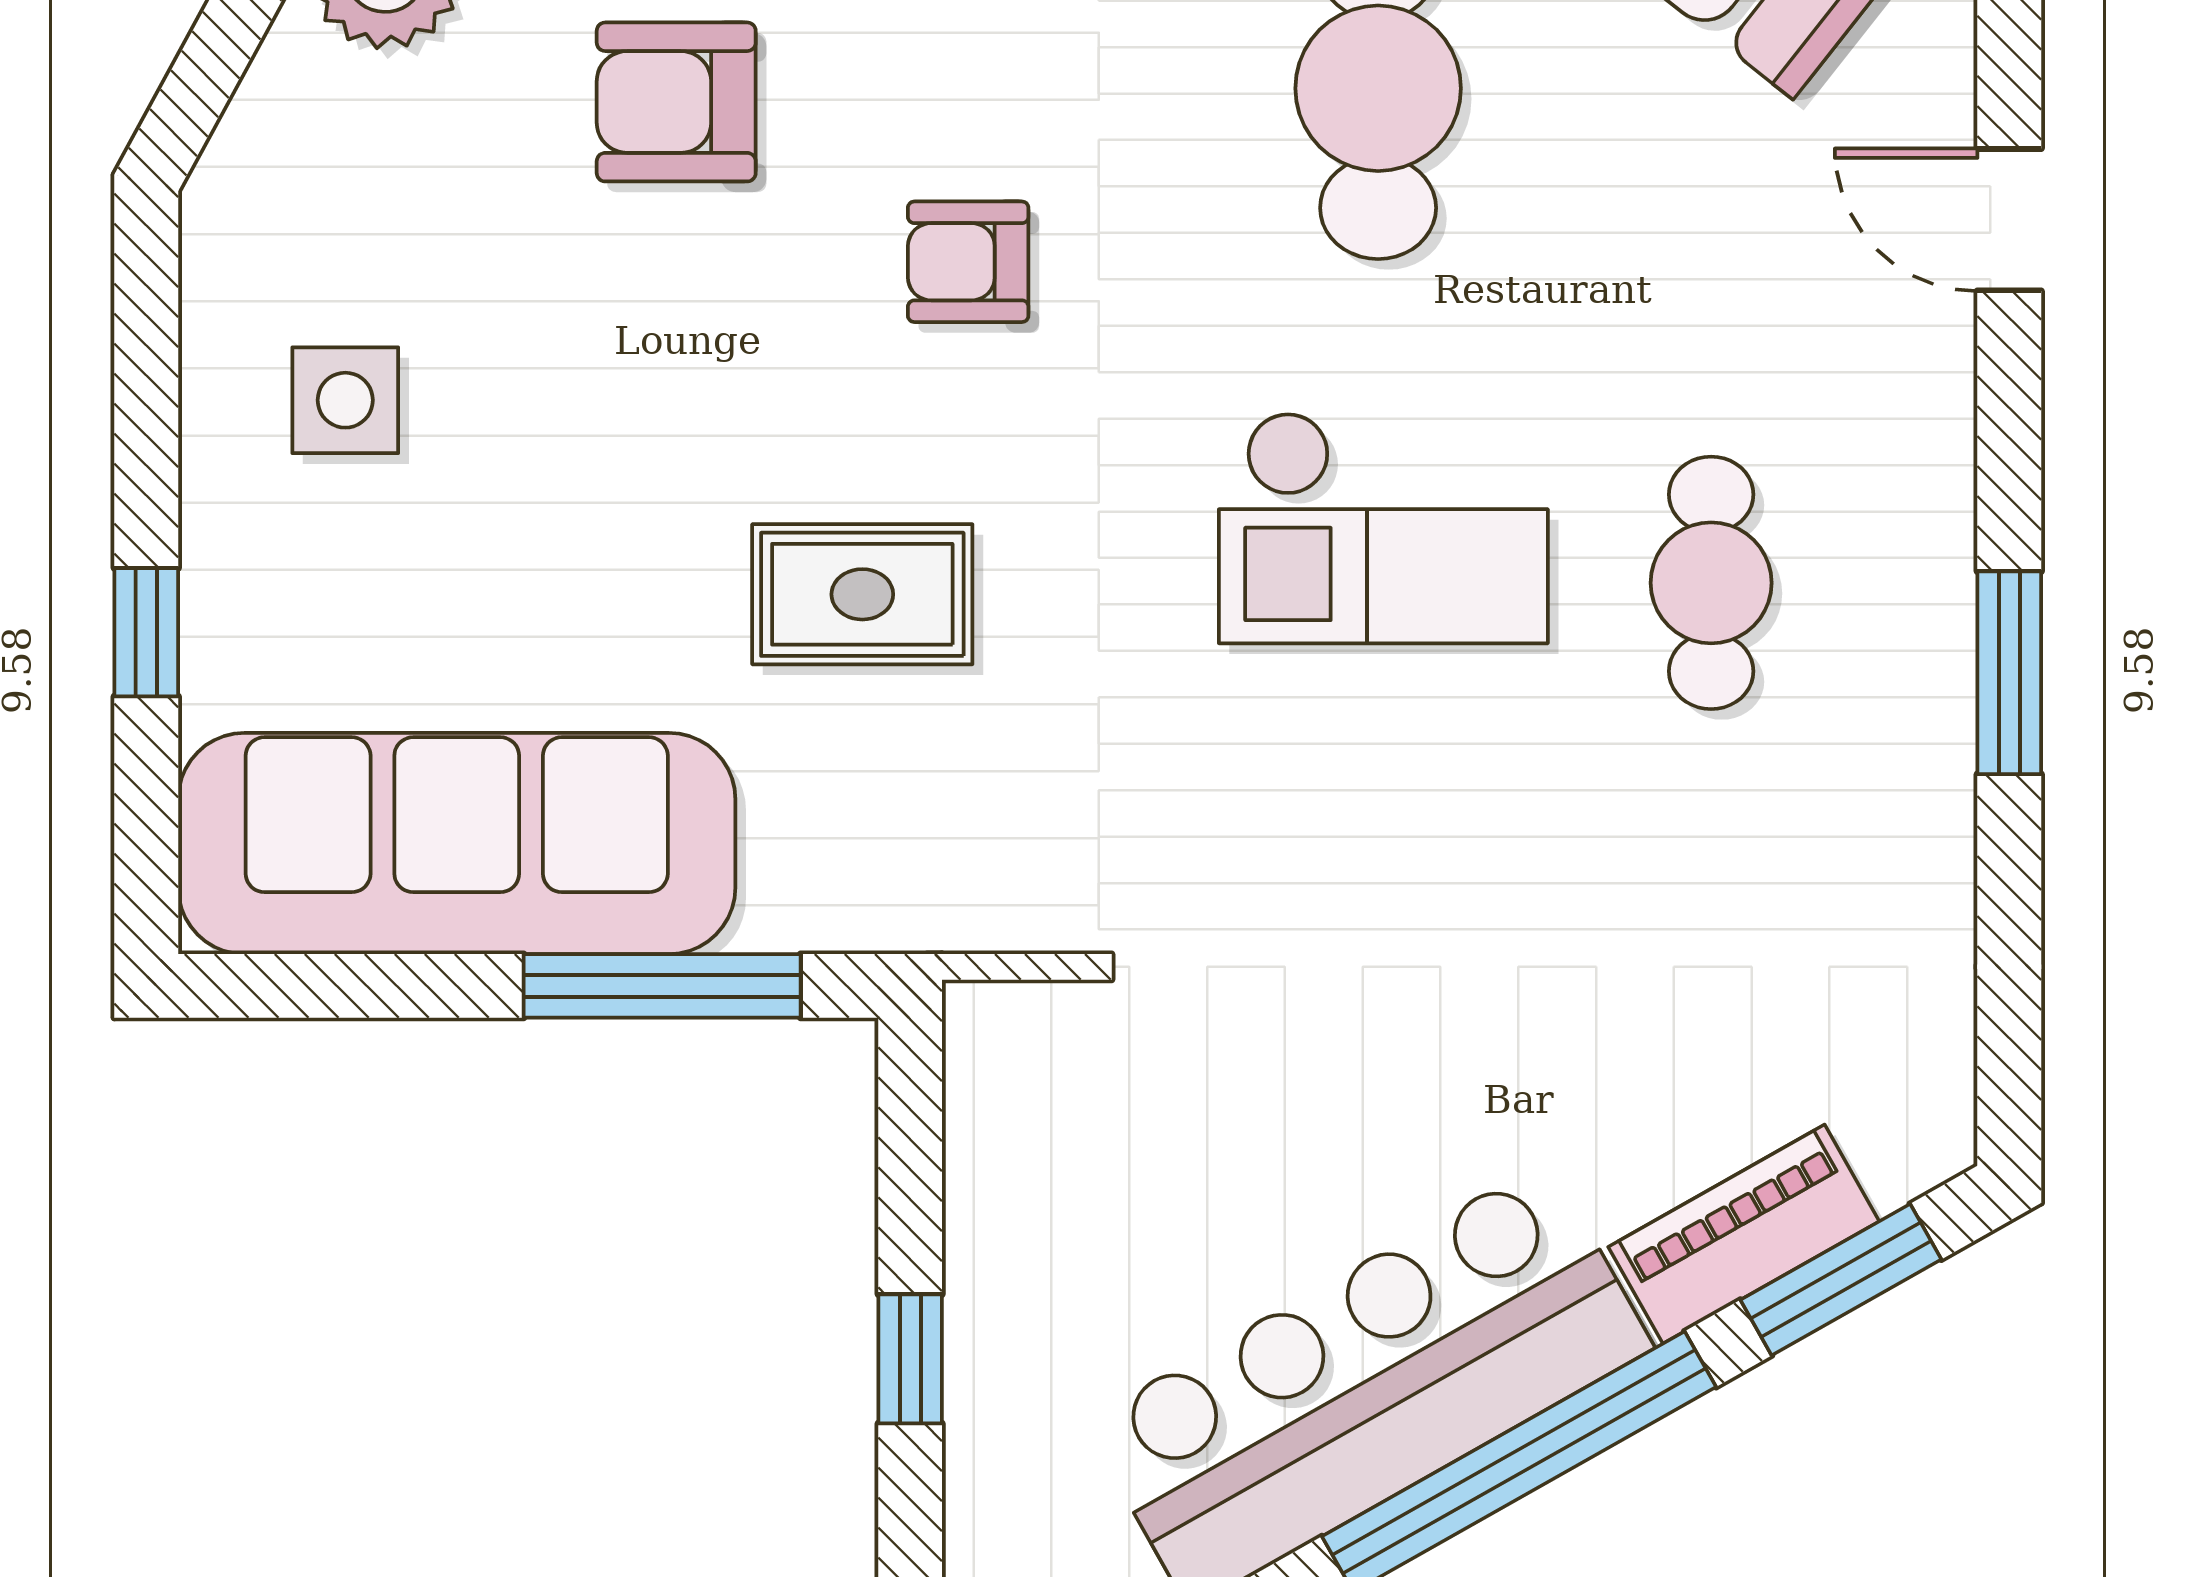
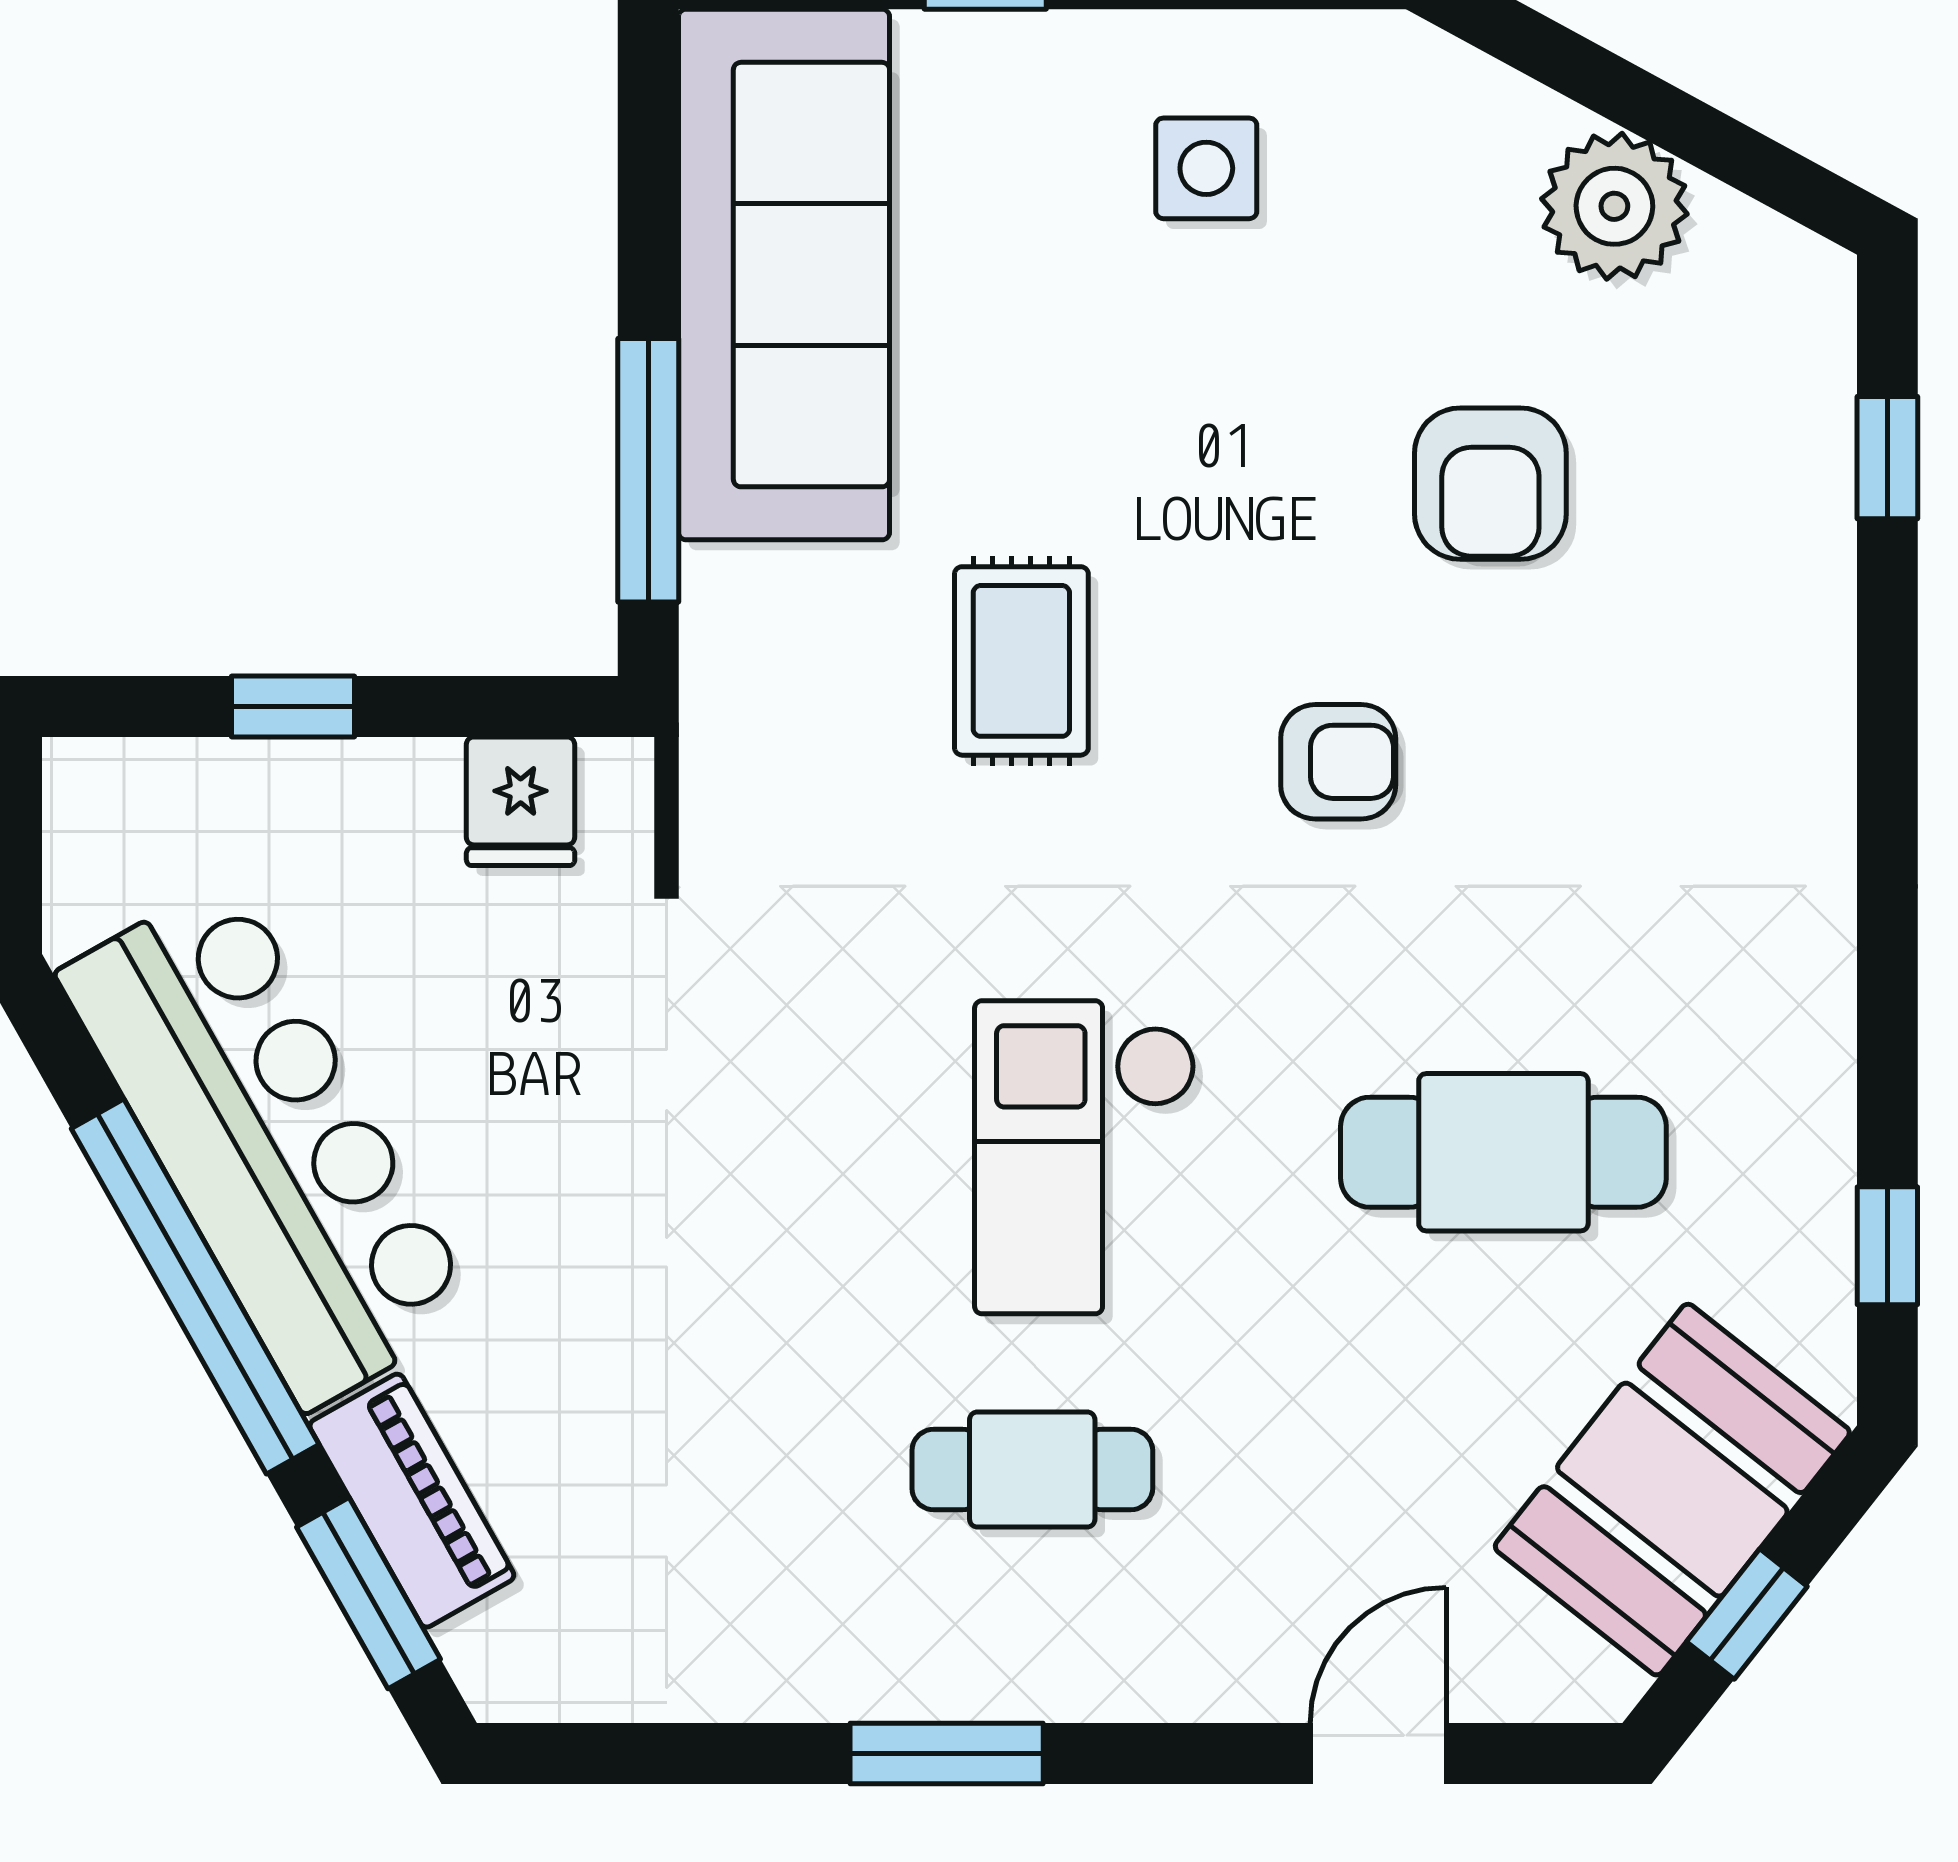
armchair: (676, 102) -> (1490, 484), turned 180
armchair: (968, 262) -> (1338, 762), turned 90
fridge: (1010, 1120) -> (521, 801), added

